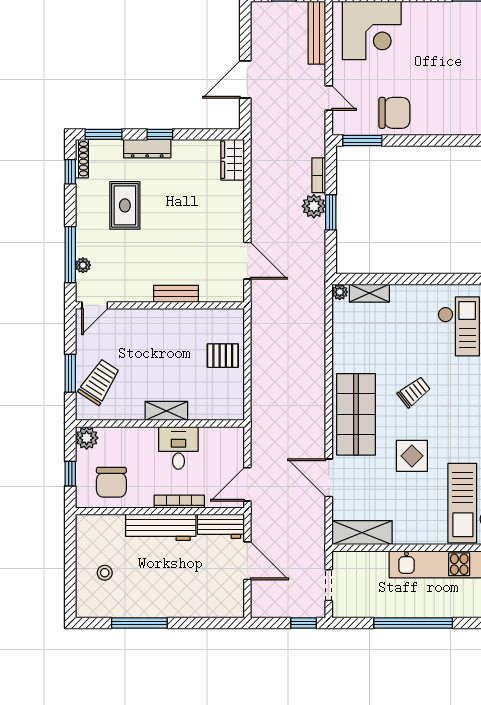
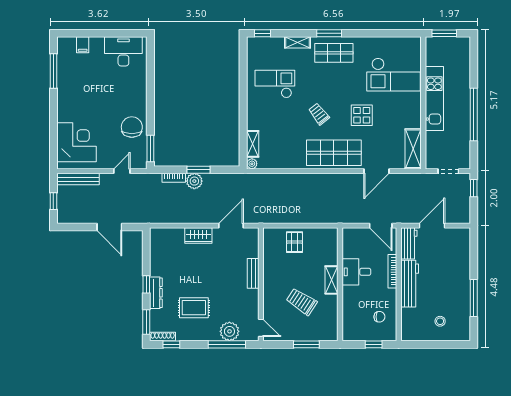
wardrobe: (233, 160) -> (198, 236), moved
plant: (83, 265) -> (229, 331), width x1.88, depth x1.88
trolley: (99, 382) -> (302, 302), moved
plant: (87, 438) -> (350, 333), removed
chair: (111, 482) -> (379, 317), width x0.54, depth x0.54

